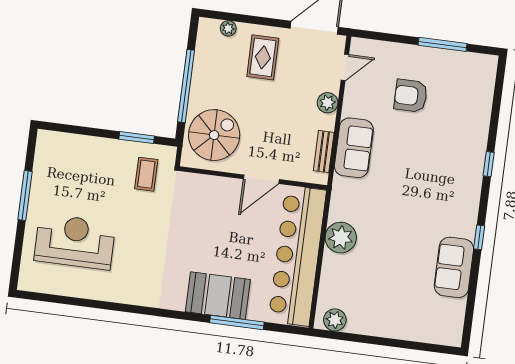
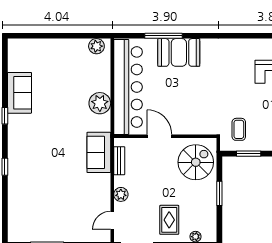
window: (186, 86) -> (219, 193), width x0.47
armchair: (411, 96) -> (64, 207), removed
spiral stairs: (214, 135) -> (196, 162), turned 180
sofa: (354, 148) -> (99, 152), moved
door: (261, 179) -> (159, 136), hinge flipped

